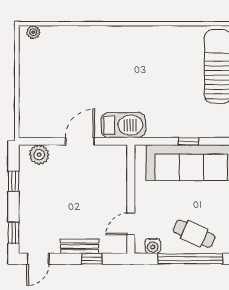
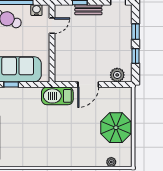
plant: (33, 32) -> (111, 162), moved
parasol: (41, 81) -> (116, 128), added
window: (13, 233) -> (136, 32), moved

